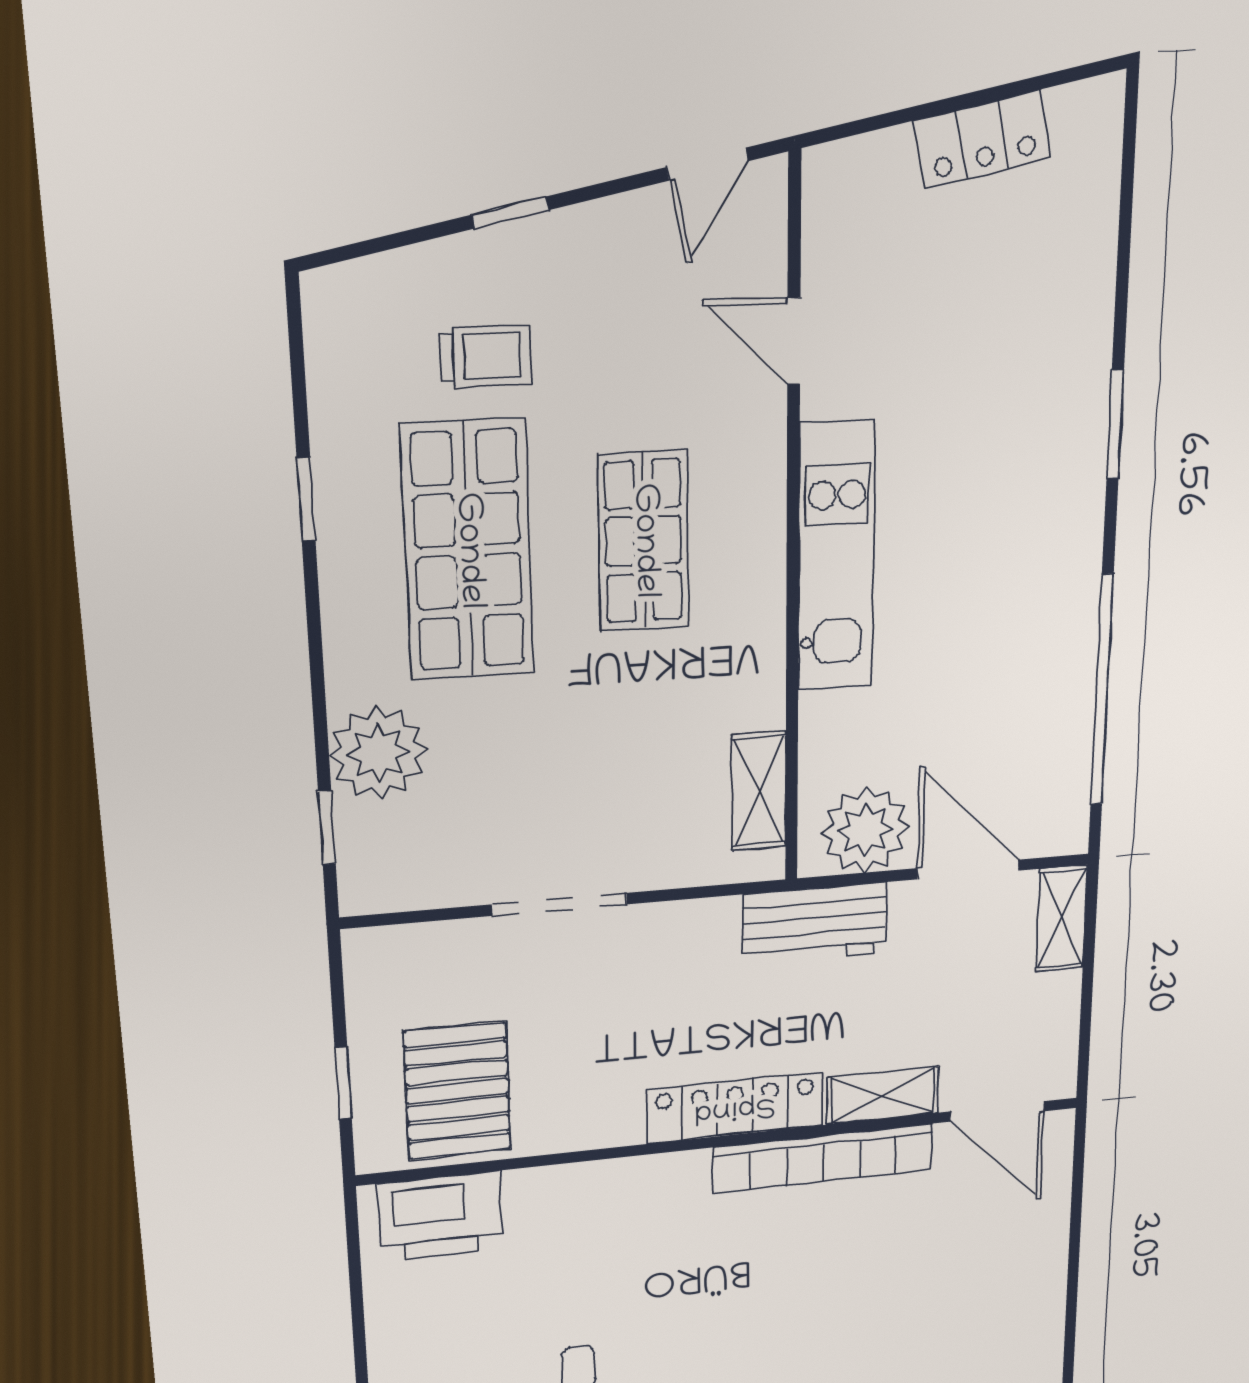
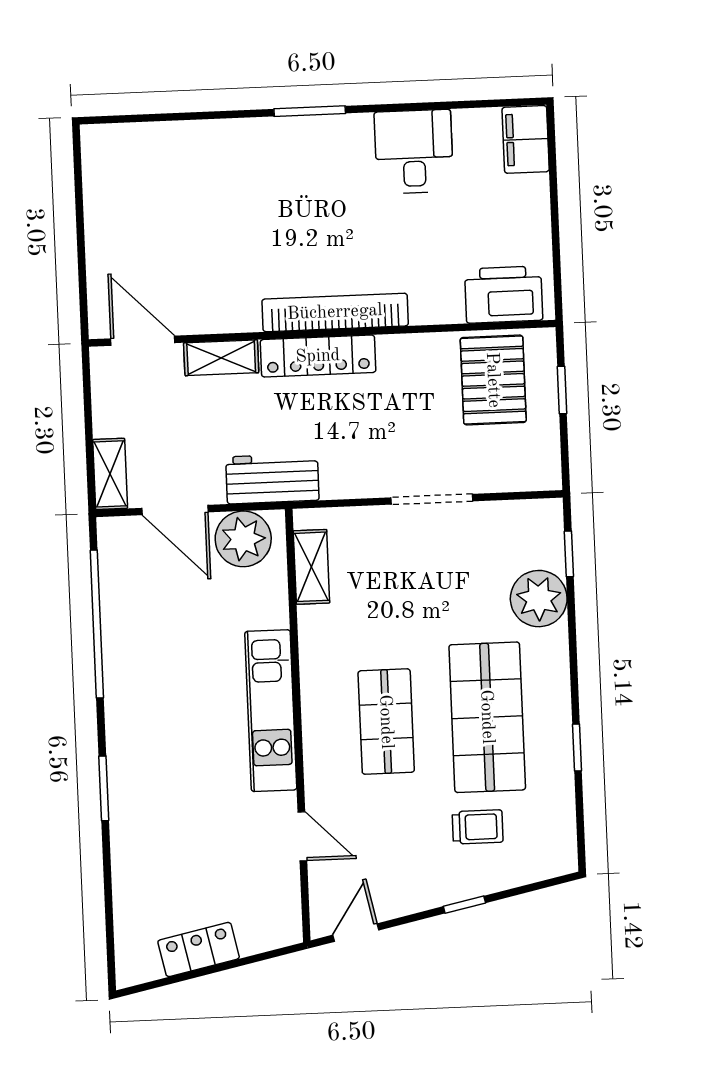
trolley: (486, 356) -> (478, 827), turned 180
bookcase: (823, 1158) -> (335, 312), moved

